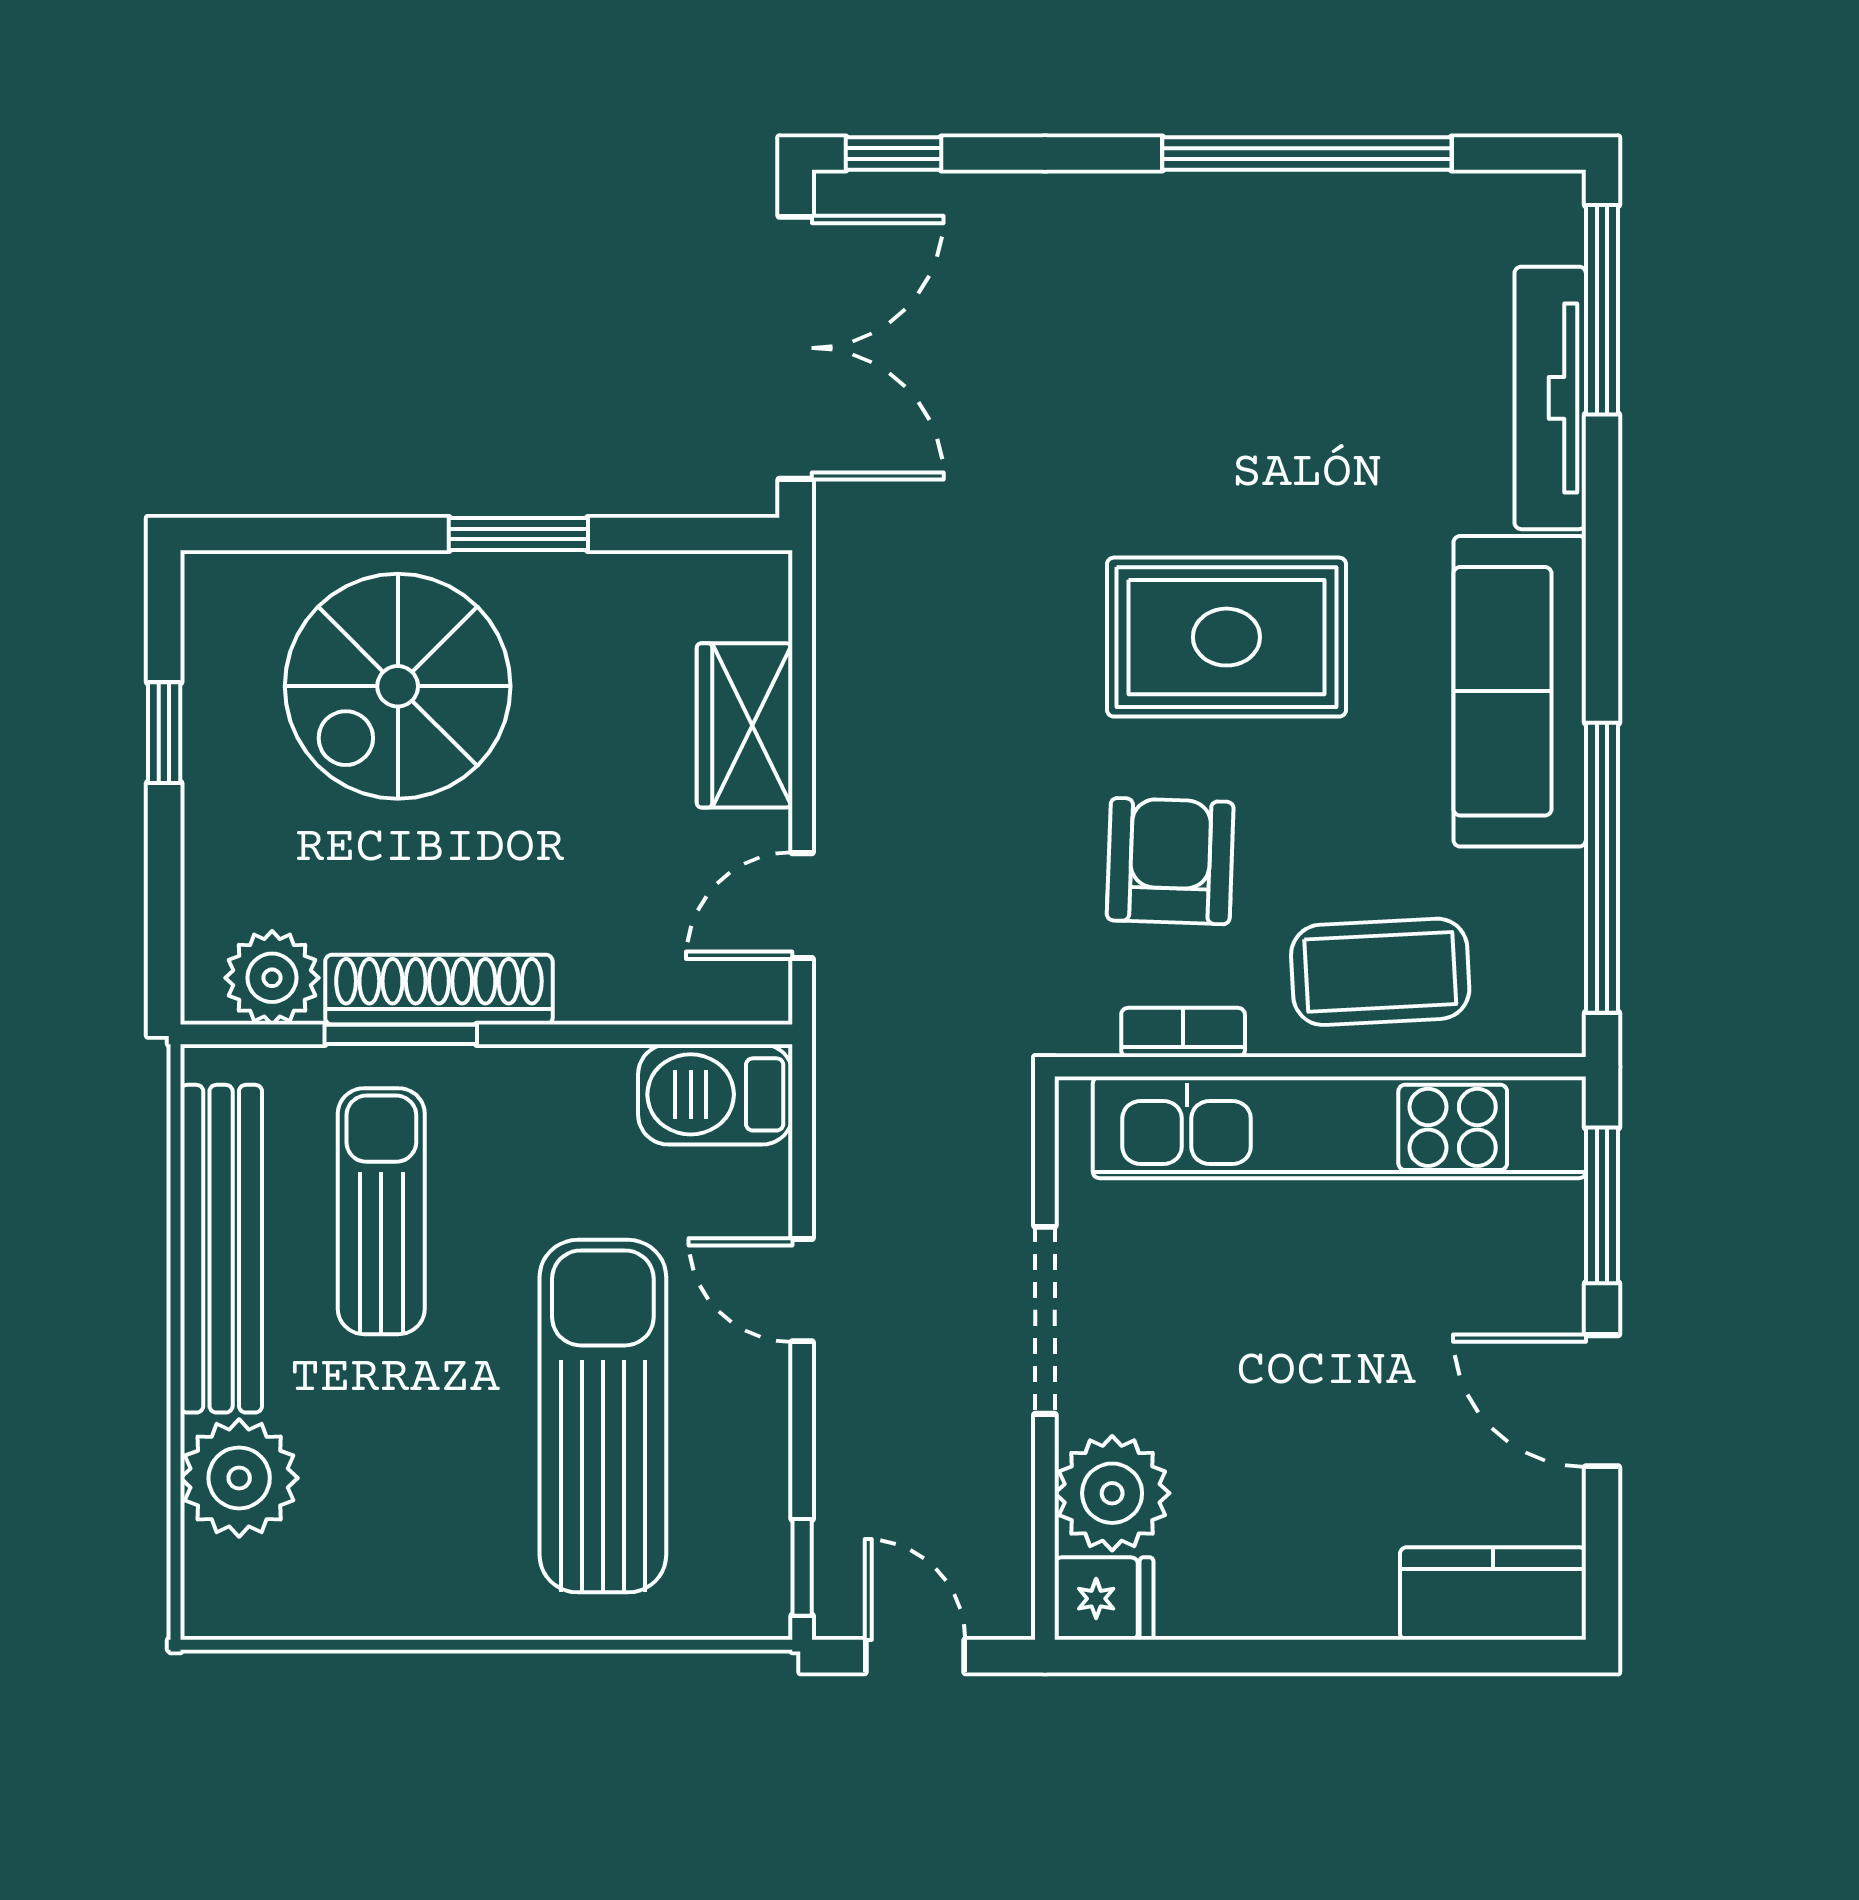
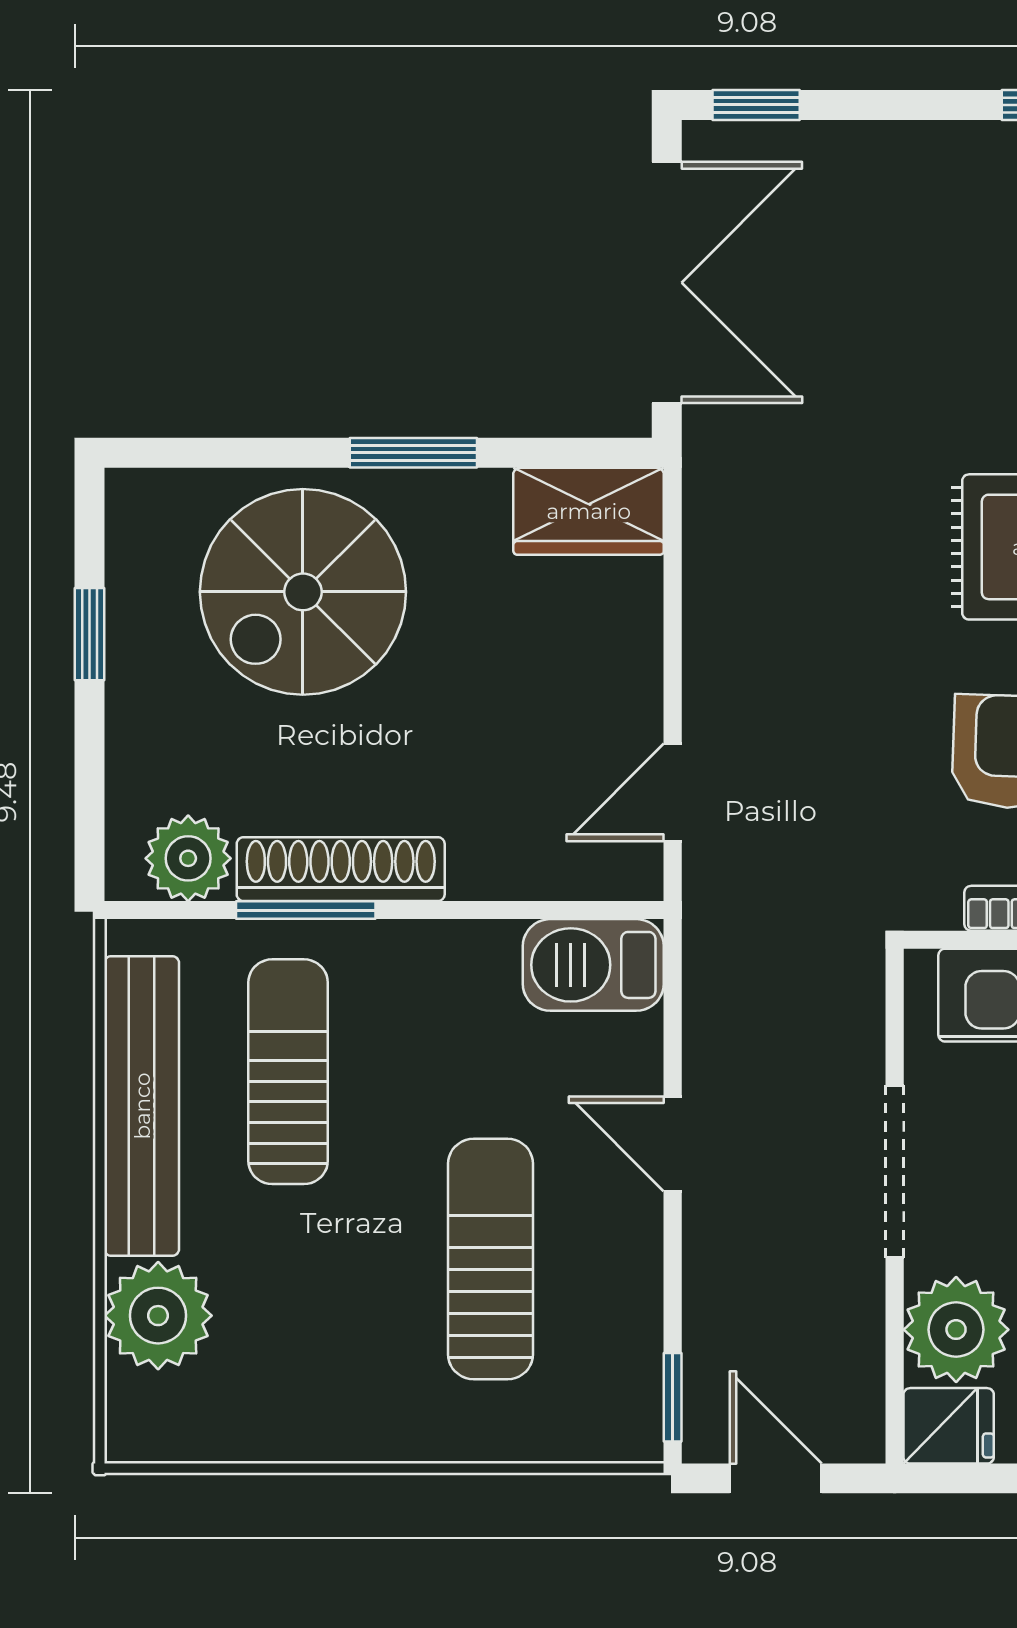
wardrobe: (745, 725) -> (589, 511), moved, turned -90
sun lounger: (603, 1416) -> (491, 1259), width x0.73, depth x0.75

